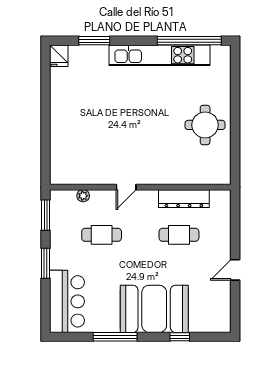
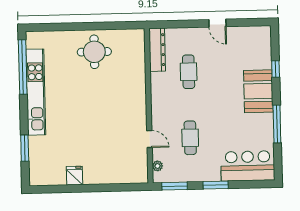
fridge: (59, 56) -> (75, 176), moved, turned -90
door: (126, 187) -> (149, 139), moved
plant: (83, 196) -> (158, 166), moved
dresser: (184, 199) -> (157, 50), moved
booth: (154, 309) -> (258, 91), width x0.73, depth x0.70

